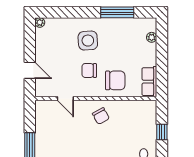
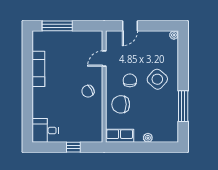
plant: (152, 37) -> (148, 138), moved
side table: (88, 41) -> (157, 79), turned 45
chair: (115, 80) -> (121, 104), turned 90

